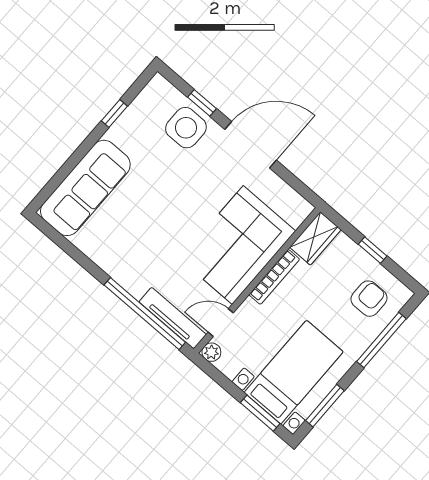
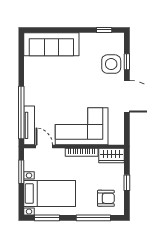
window: (114, 113) -> (104, 30), moved
plant: (211, 352) -> (29, 153), removed
window: (260, 413) -> (21, 172), moved

